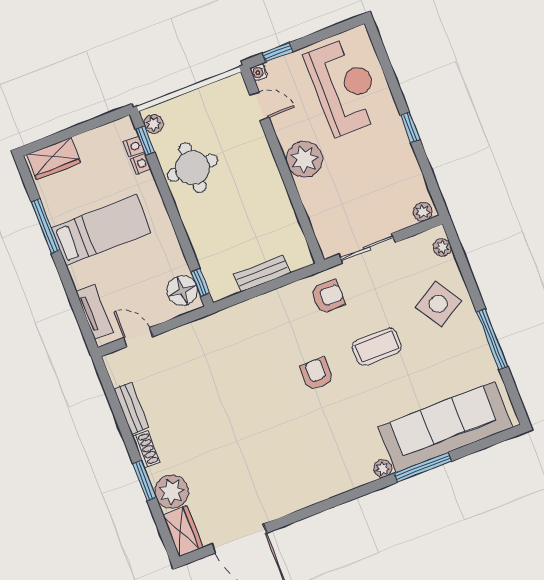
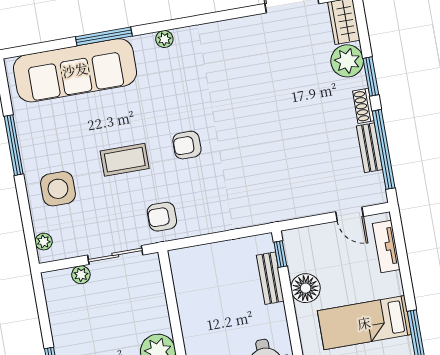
plant: (423, 212) -> (81, 275), moved
bench: (262, 274) -> (270, 278), moved, turned 90
floor lamp: (182, 290) -> (306, 288), moved
side table: (438, 304) -> (58, 189), turned 32
armchair: (317, 374) -> (187, 145), turned 90
window: (117, 409) -> (384, 149), added
plant: (383, 468) -> (164, 39), moved

